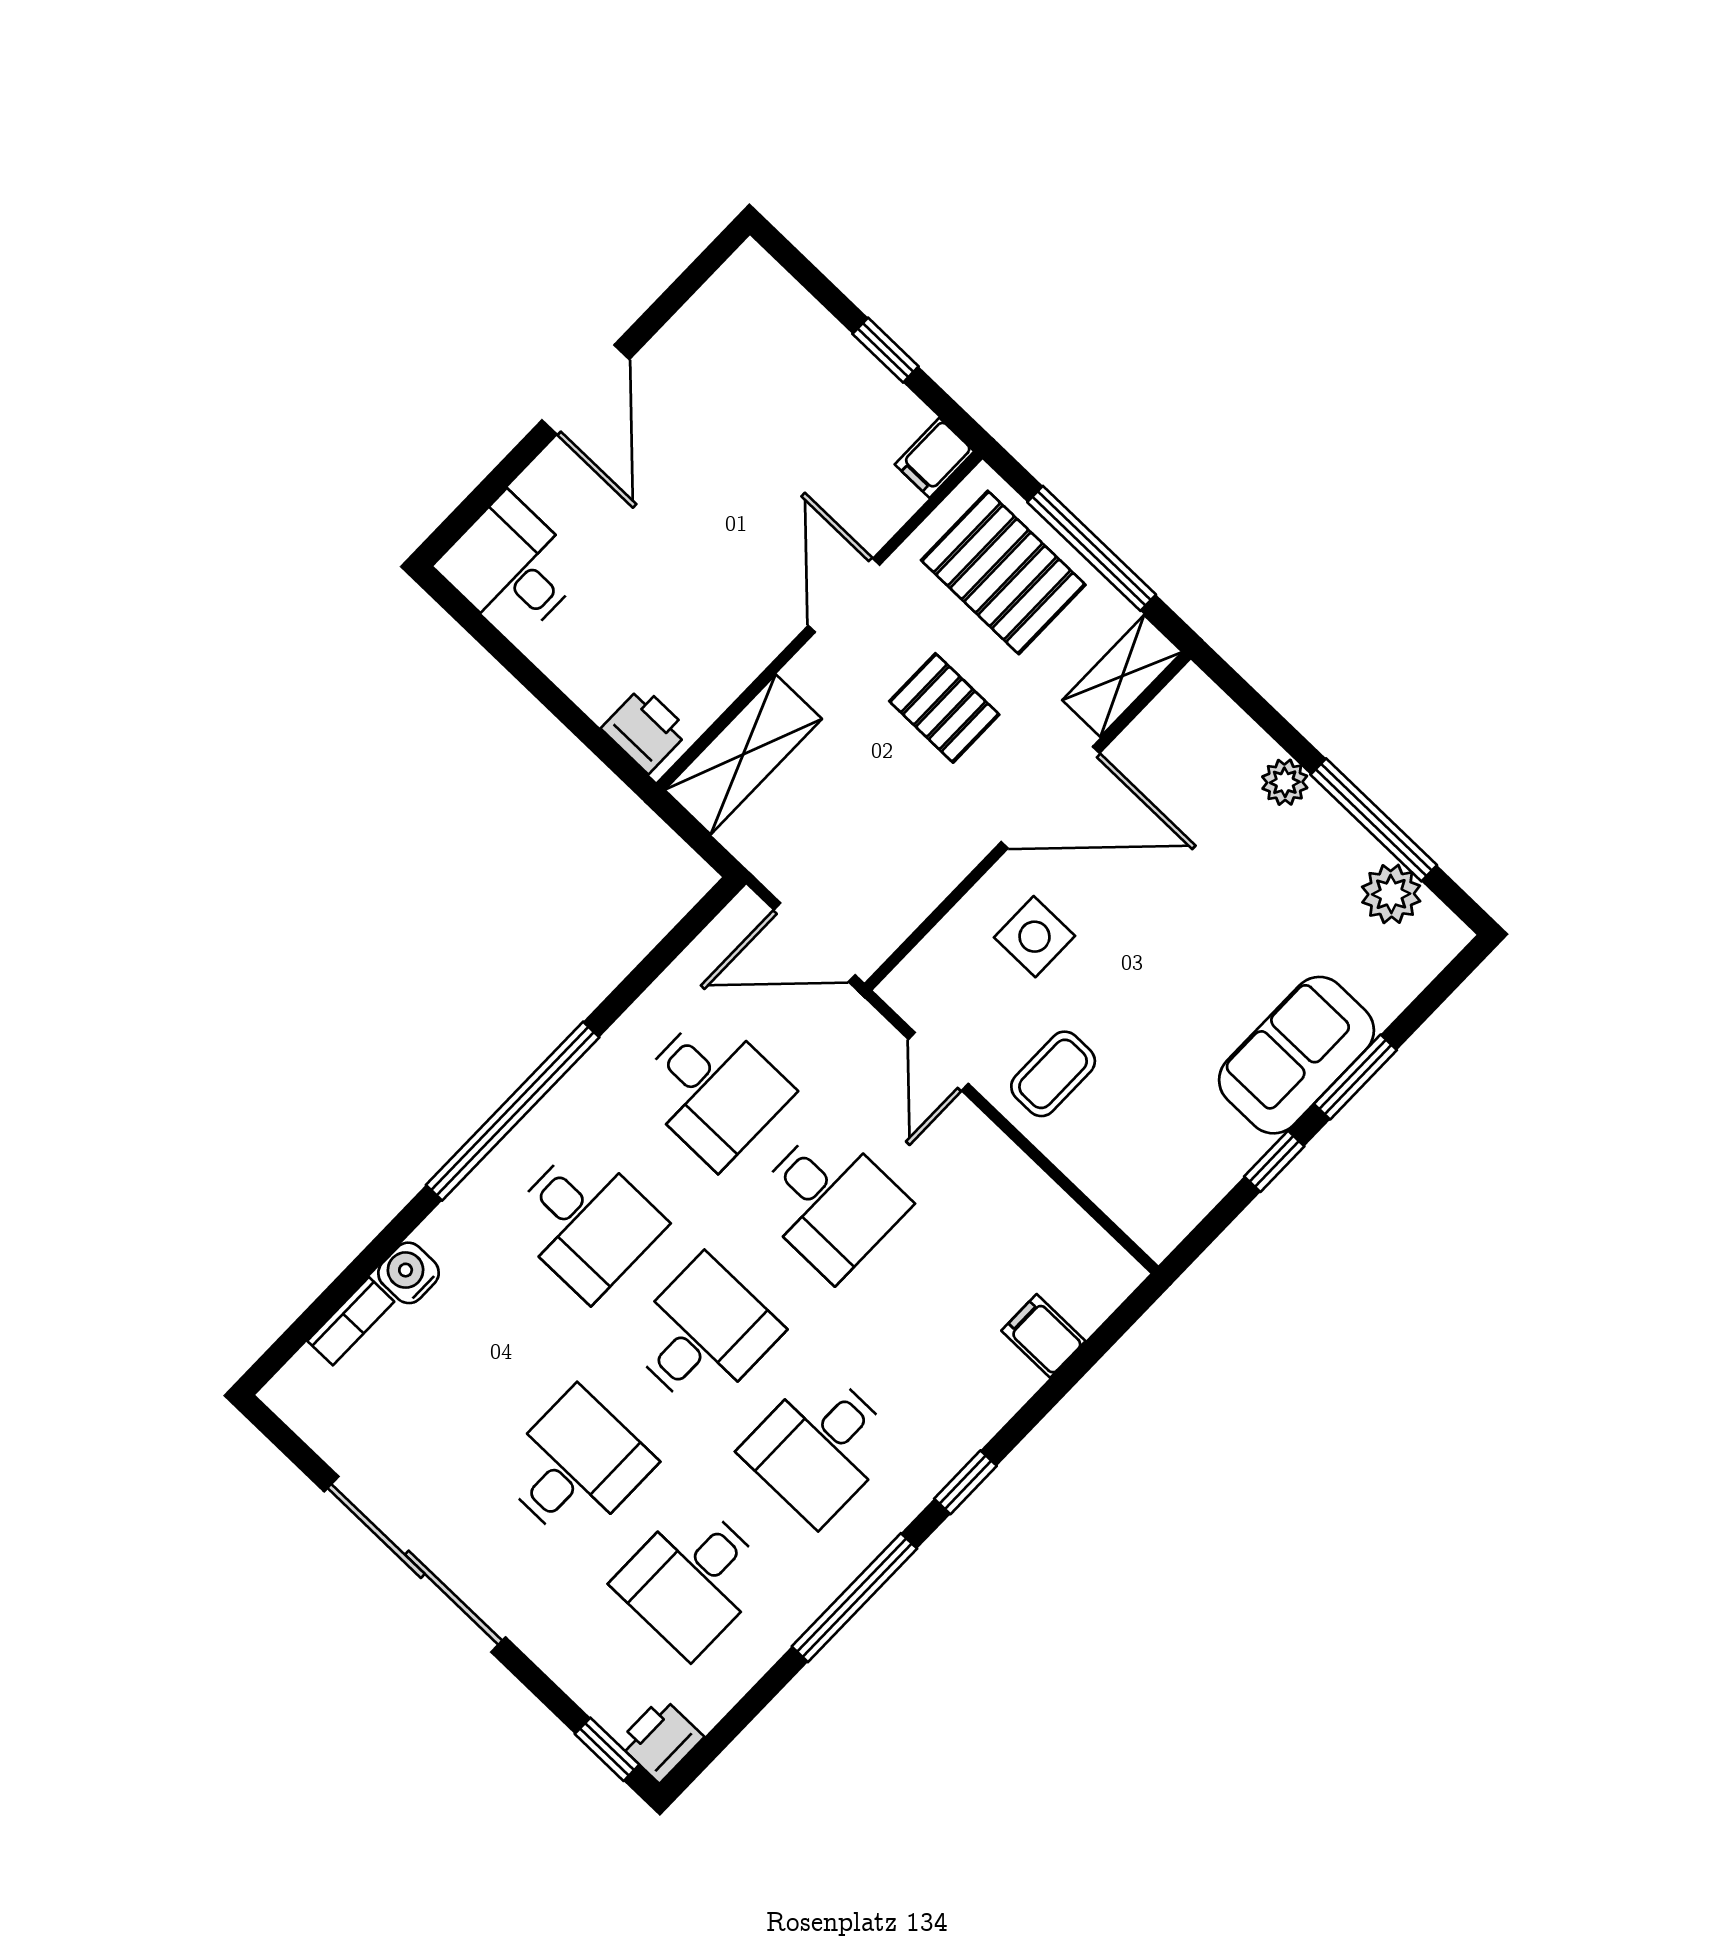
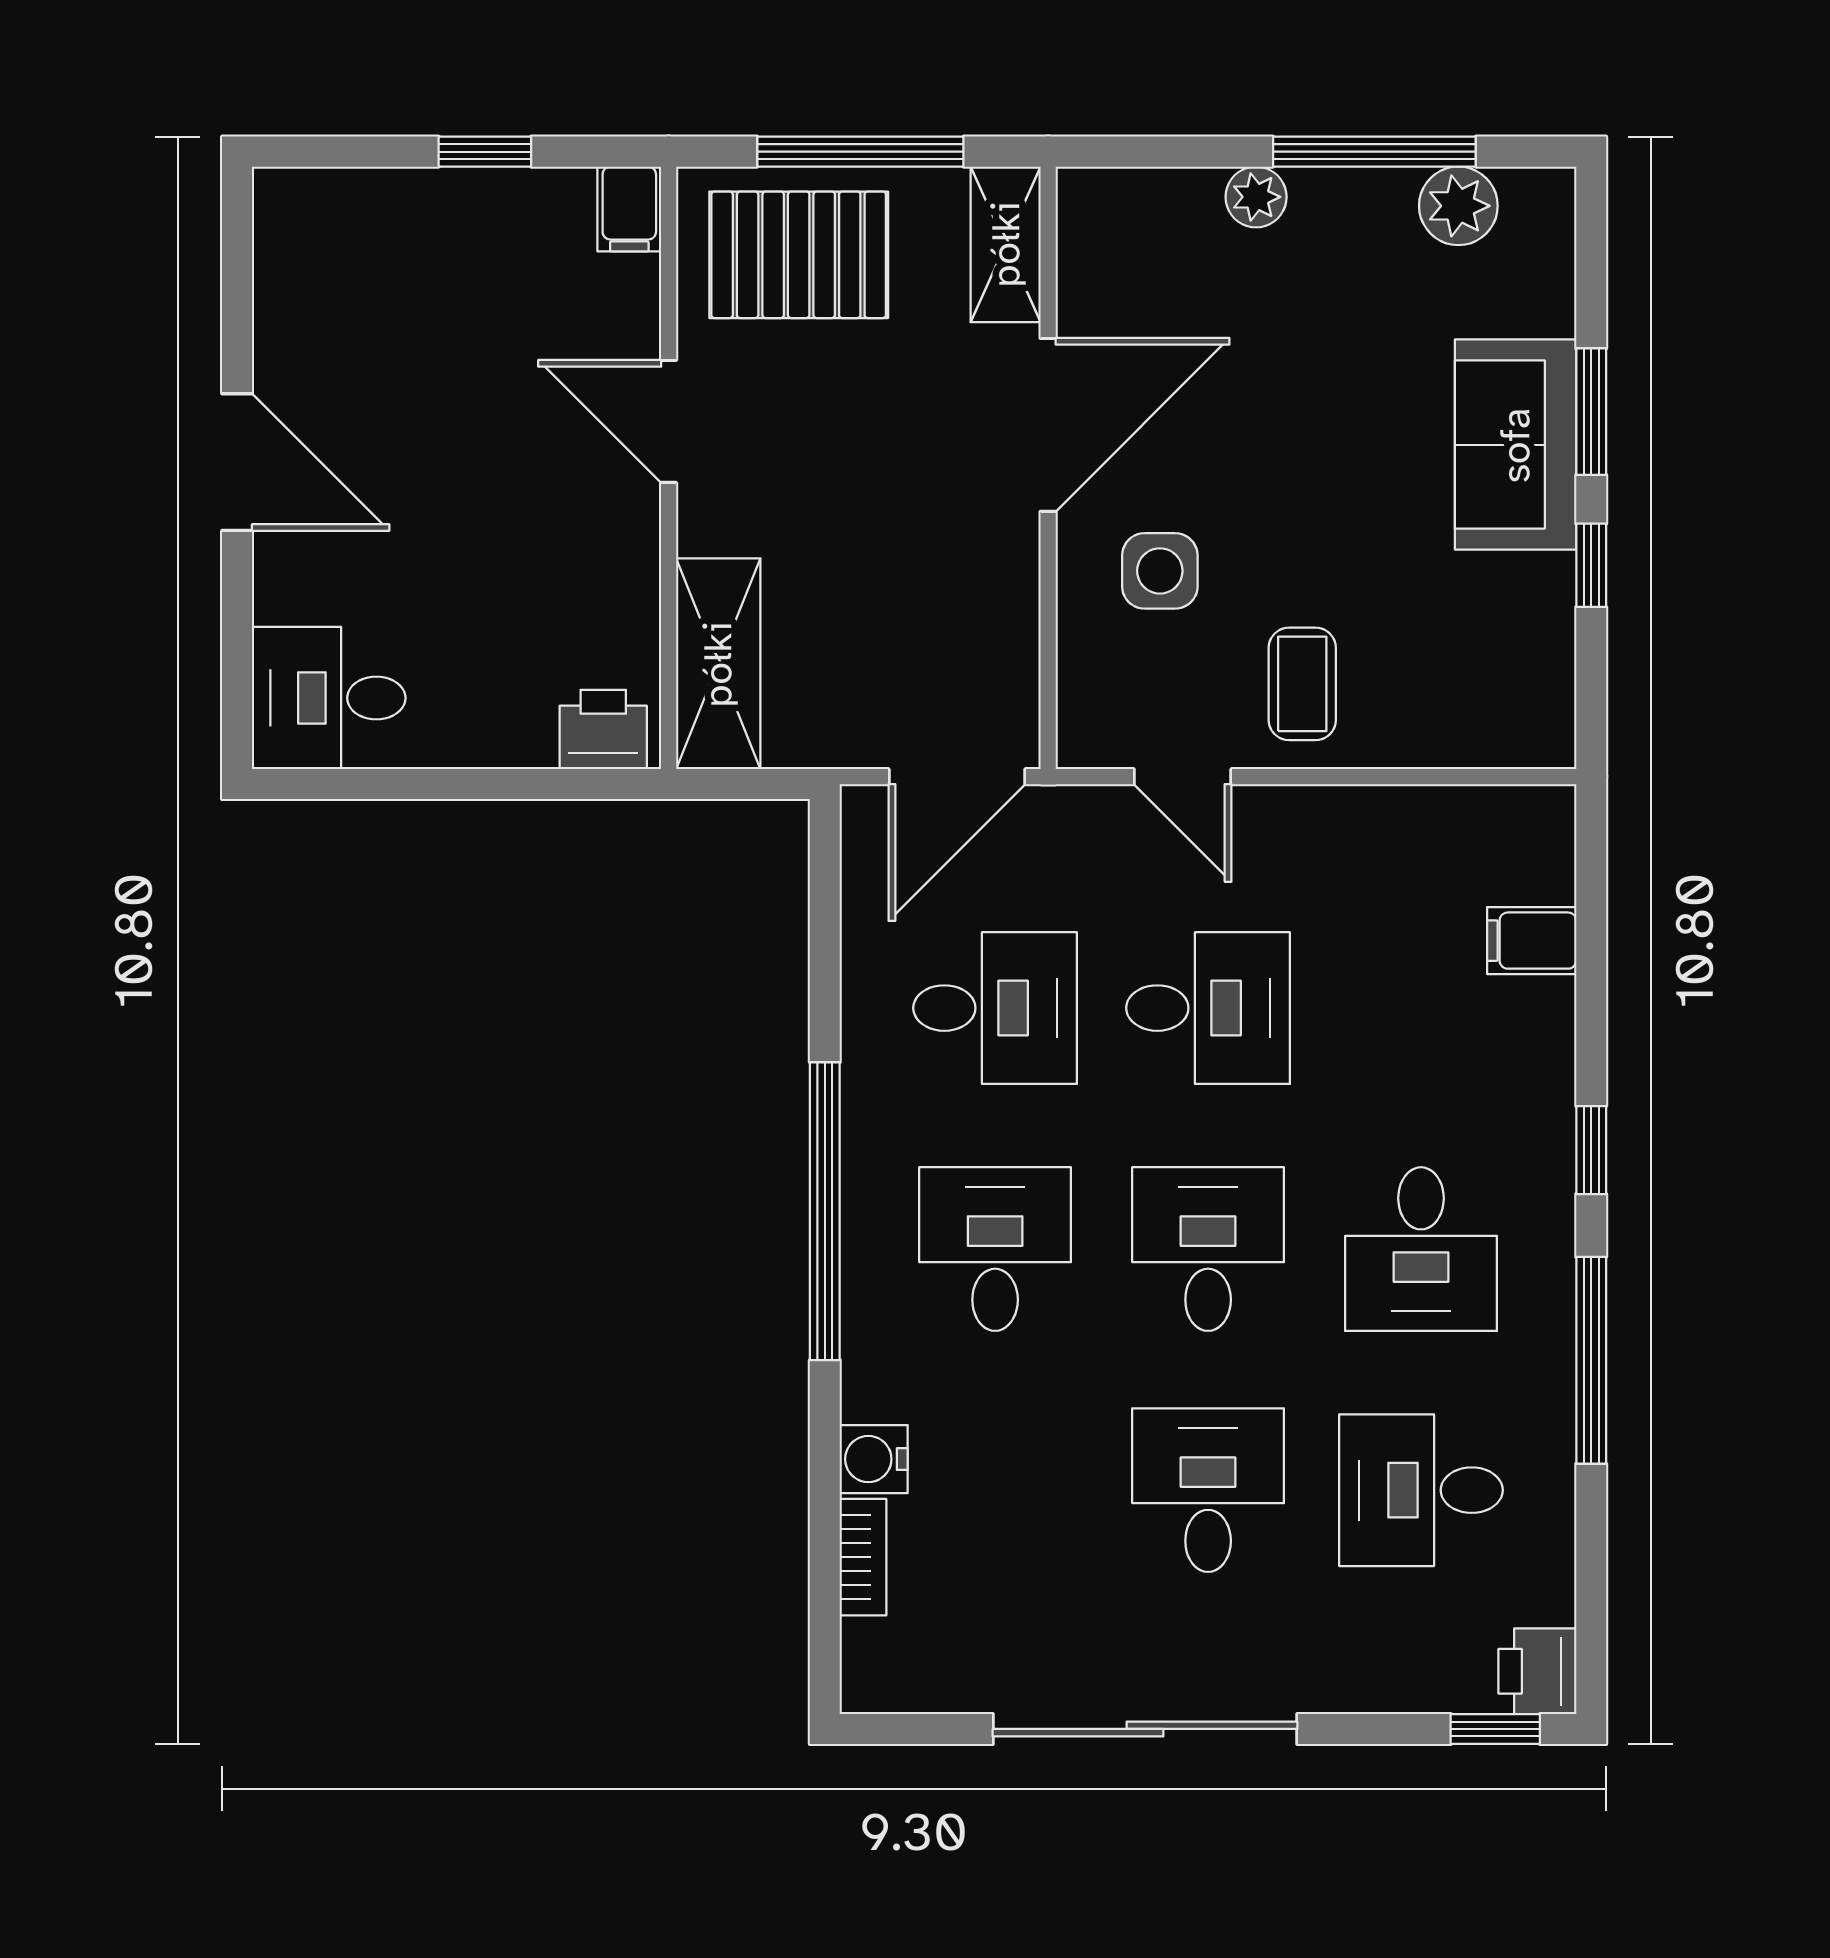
pallet: (944, 708) -> (866, 437), removed
desk: (586, 1222) -> (995, 1249), turned -90
desk: (692, 1579) -> (1421, 1490), turned 90

